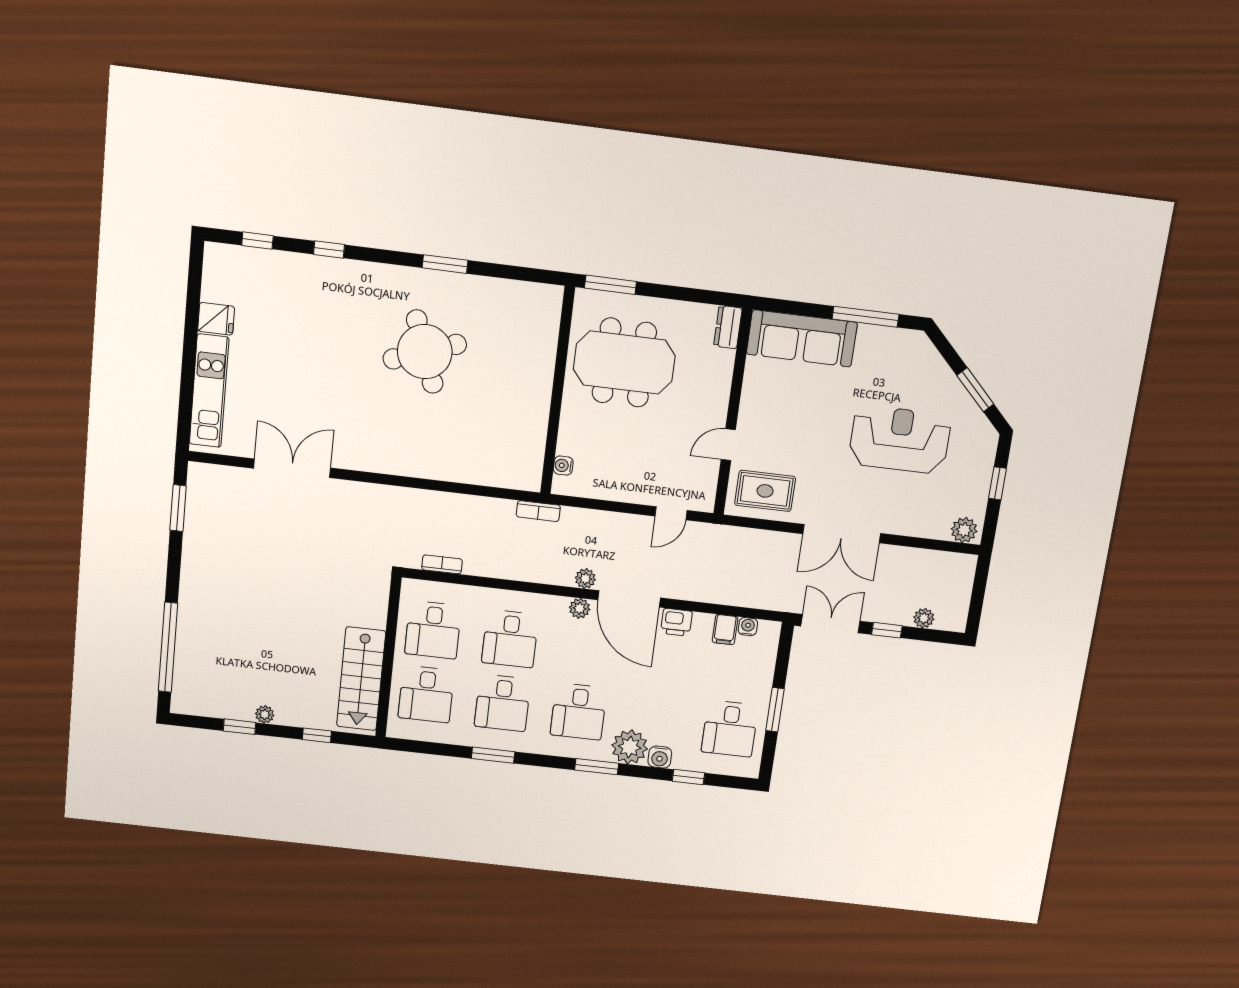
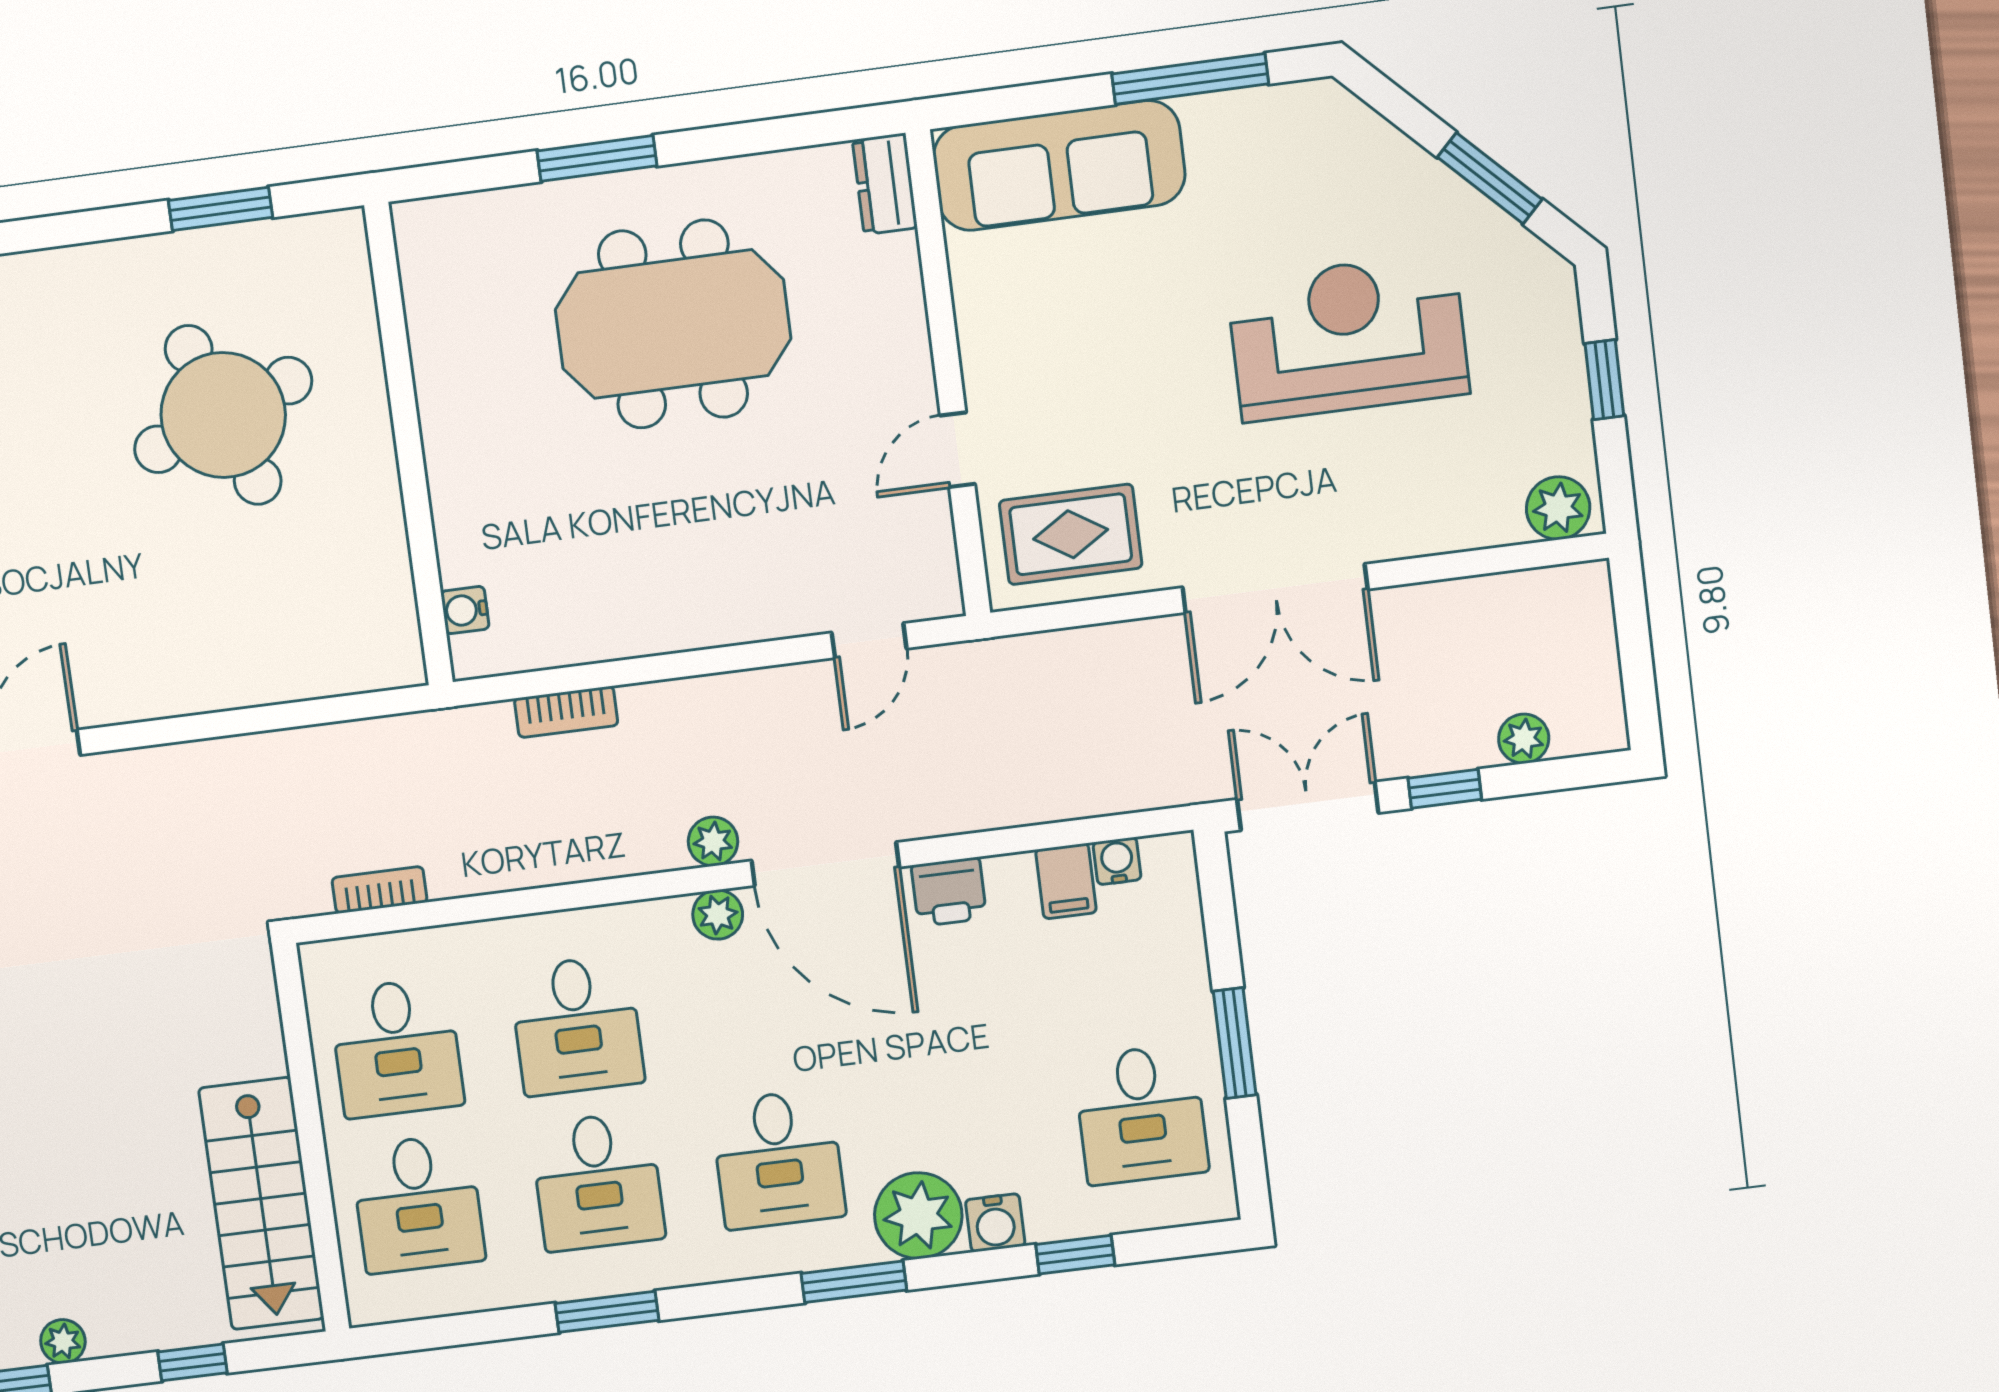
wall: (557, 391) -> (409, 445), moved
water cooler: (563, 466) -> (465, 610), moved

